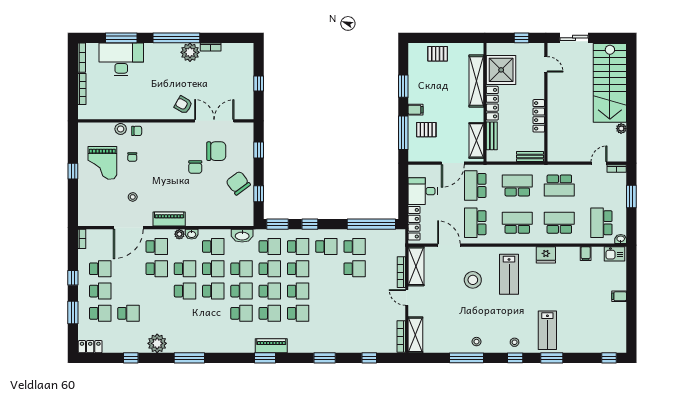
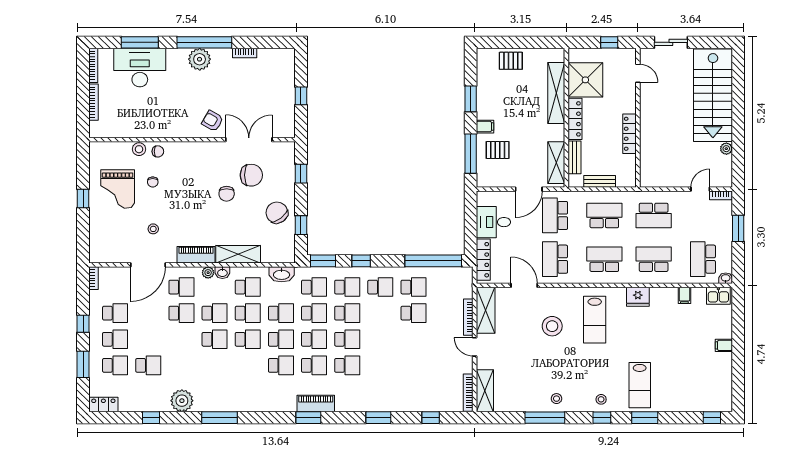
plant: (190, 52) -> (200, 59), moved
bench: (530, 156) -> (600, 181), moved
shelving: (205, 219) -> (238, 254), added

